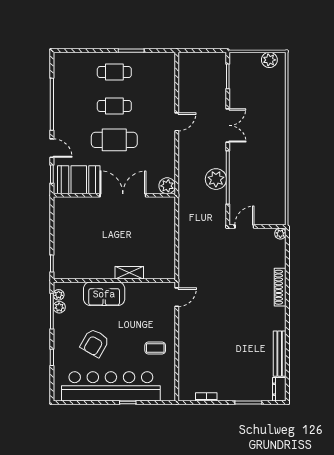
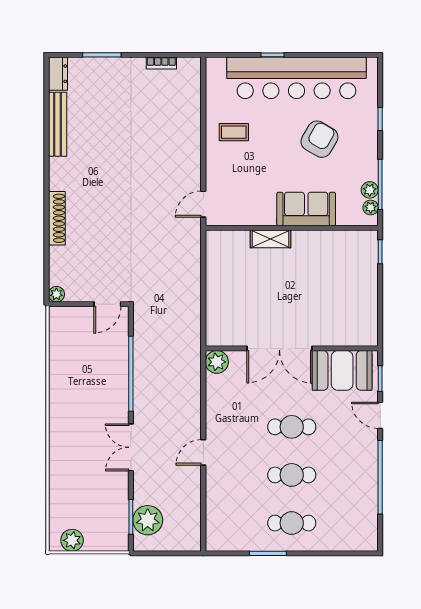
cafe table: (114, 140) -> (292, 427), width x0.73, depth x0.74
plant: (216, 179) -> (148, 520), moved

